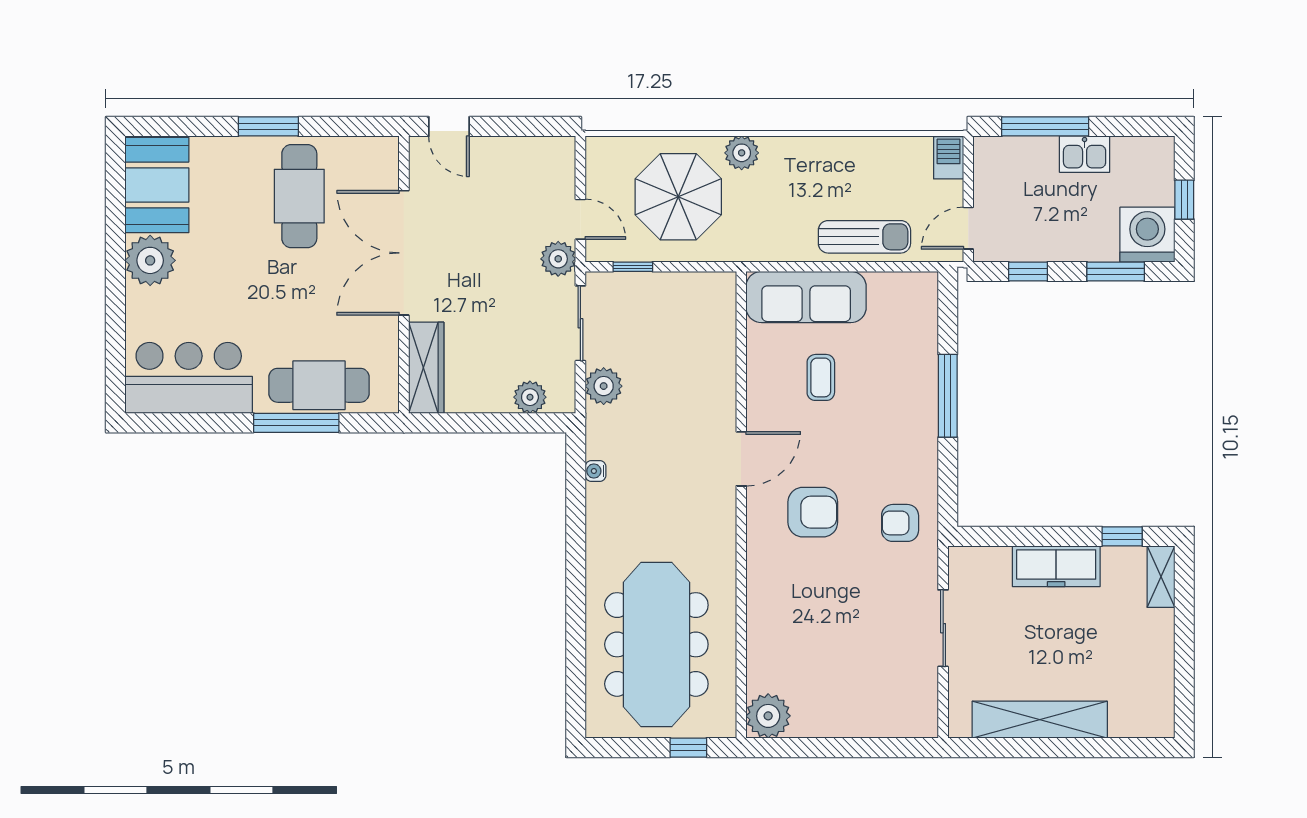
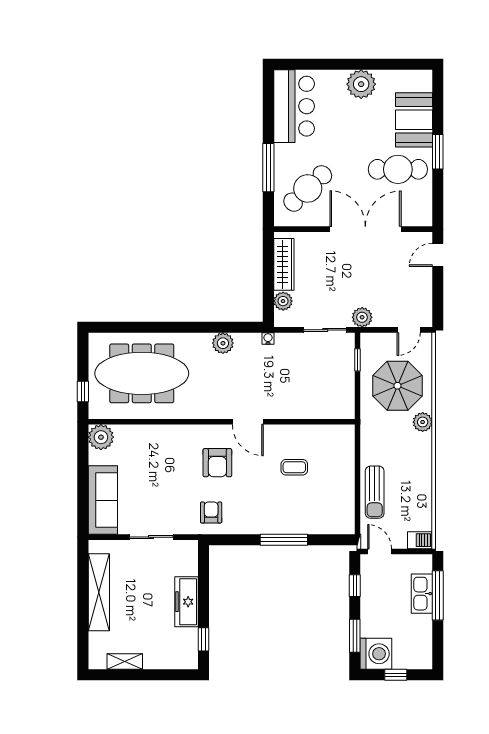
kitchen sink: (1085, 154) -> (422, 594), moved, width x1.38
booth: (157, 185) -> (414, 120), moved, turned 90
door: (580, 219) -> (409, 330), moved
sofa: (806, 297) -> (103, 500), moved, turned 180
wardrobe: (426, 368) -> (284, 264), moved, turned -90
cafe table: (319, 385) -> (308, 188), moved, turned 47
plant: (604, 386) -> (223, 343), moved
water cooler: (596, 471) -> (268, 339), moved
shelving: (1161, 577) -> (125, 662), moved

